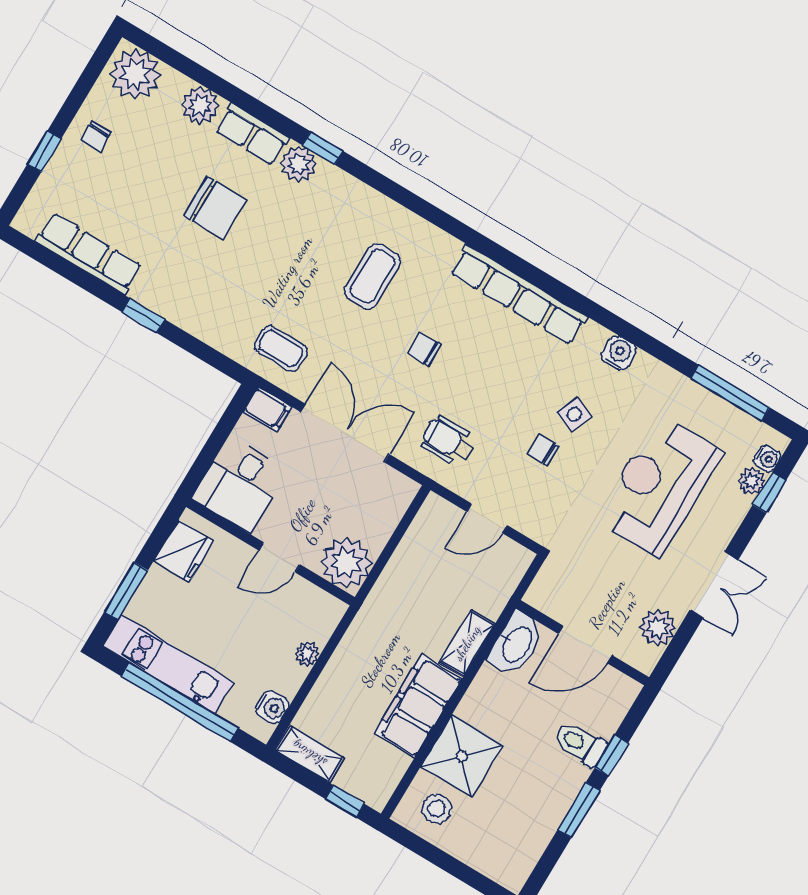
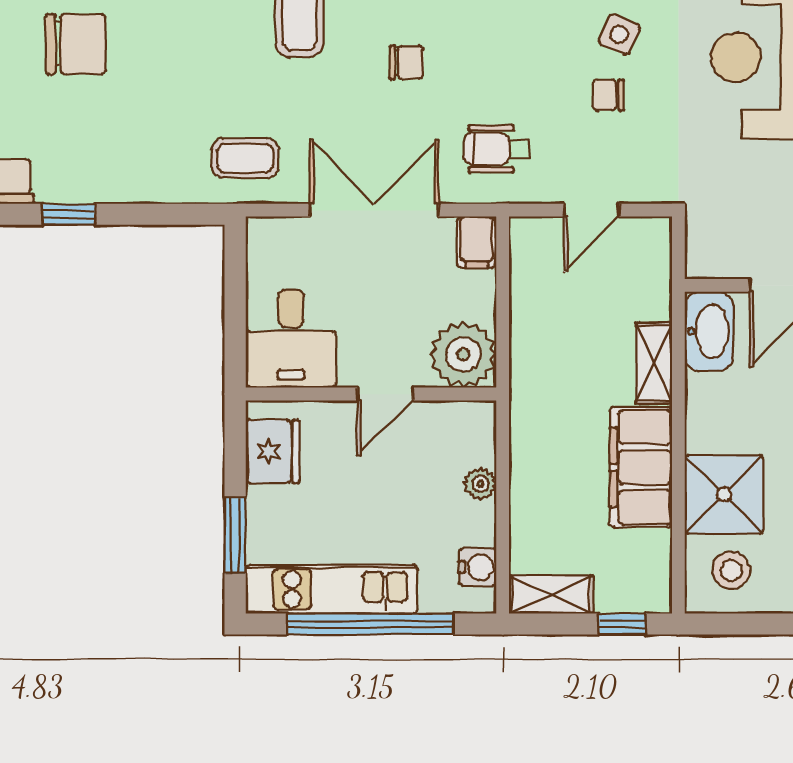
chair: (424, 349) -> (407, 62), turned 180
filing cabinet: (268, 409) -> (477, 242), moved, turned 90

